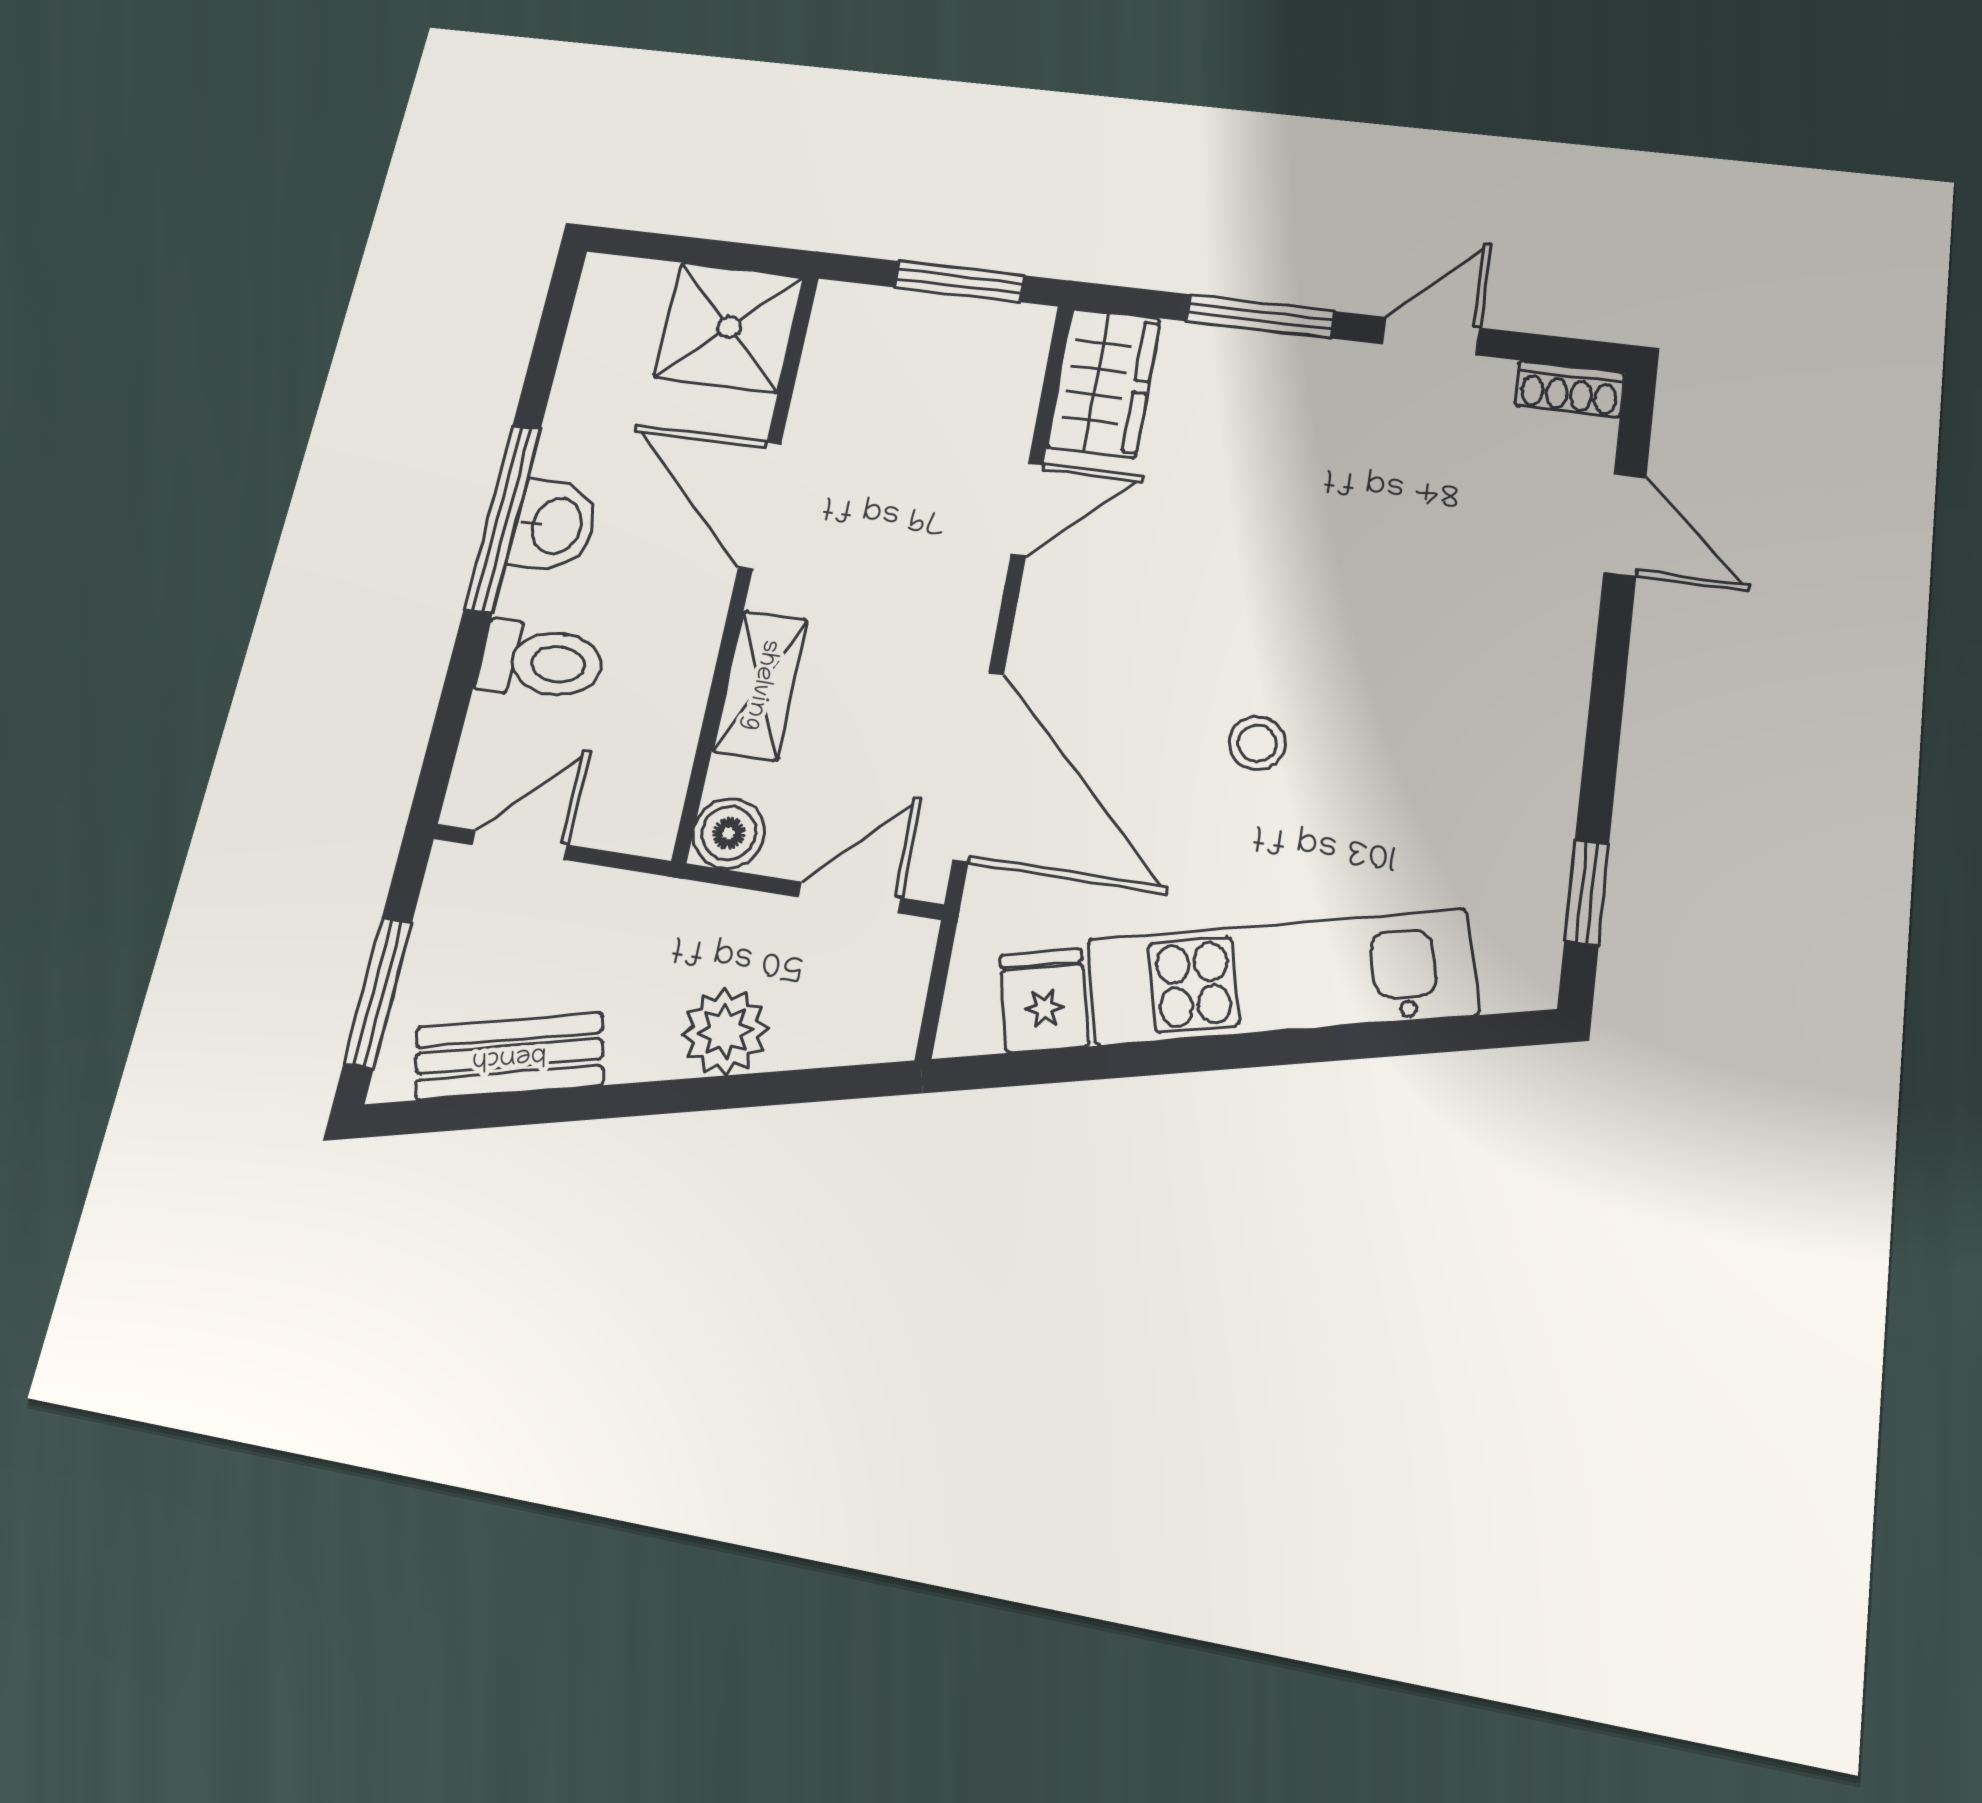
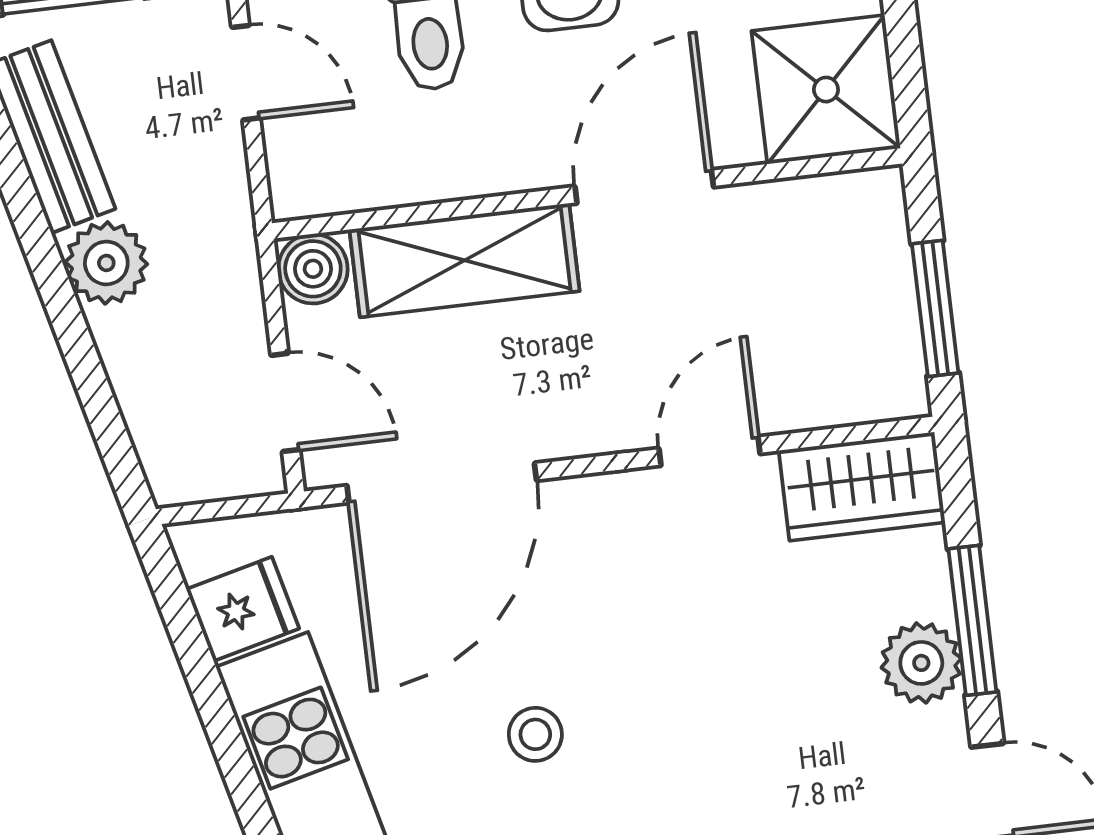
plant: (1288, 370) -> (921, 663), added
door: (1027, 509) -> (709, 451), swing flipped
shelving: (760, 685) -> (465, 260), width x1.50, depth x1.33
plant: (725, 1031) -> (106, 263), moved

